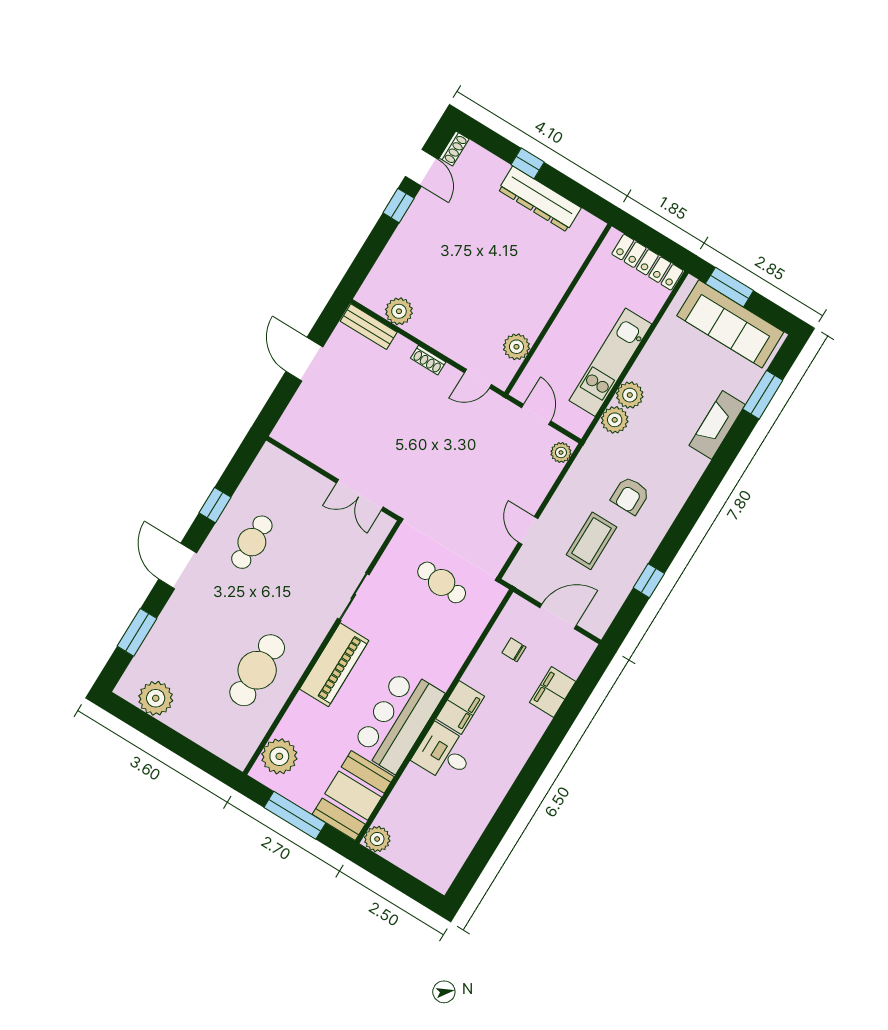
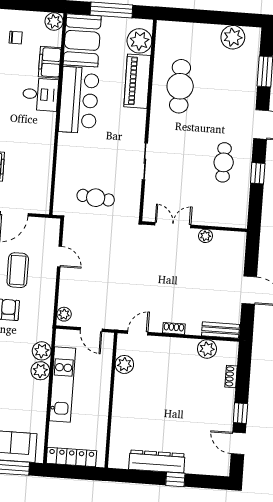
shoe rack: (454, 148) -> (231, 376), moved
plant: (325, 459) -> (206, 236), added
chair: (514, 650) -> (16, 38), moved
piano: (334, 665) -> (137, 81), moved
filing cabinet: (460, 707) -> (50, 62), moved

